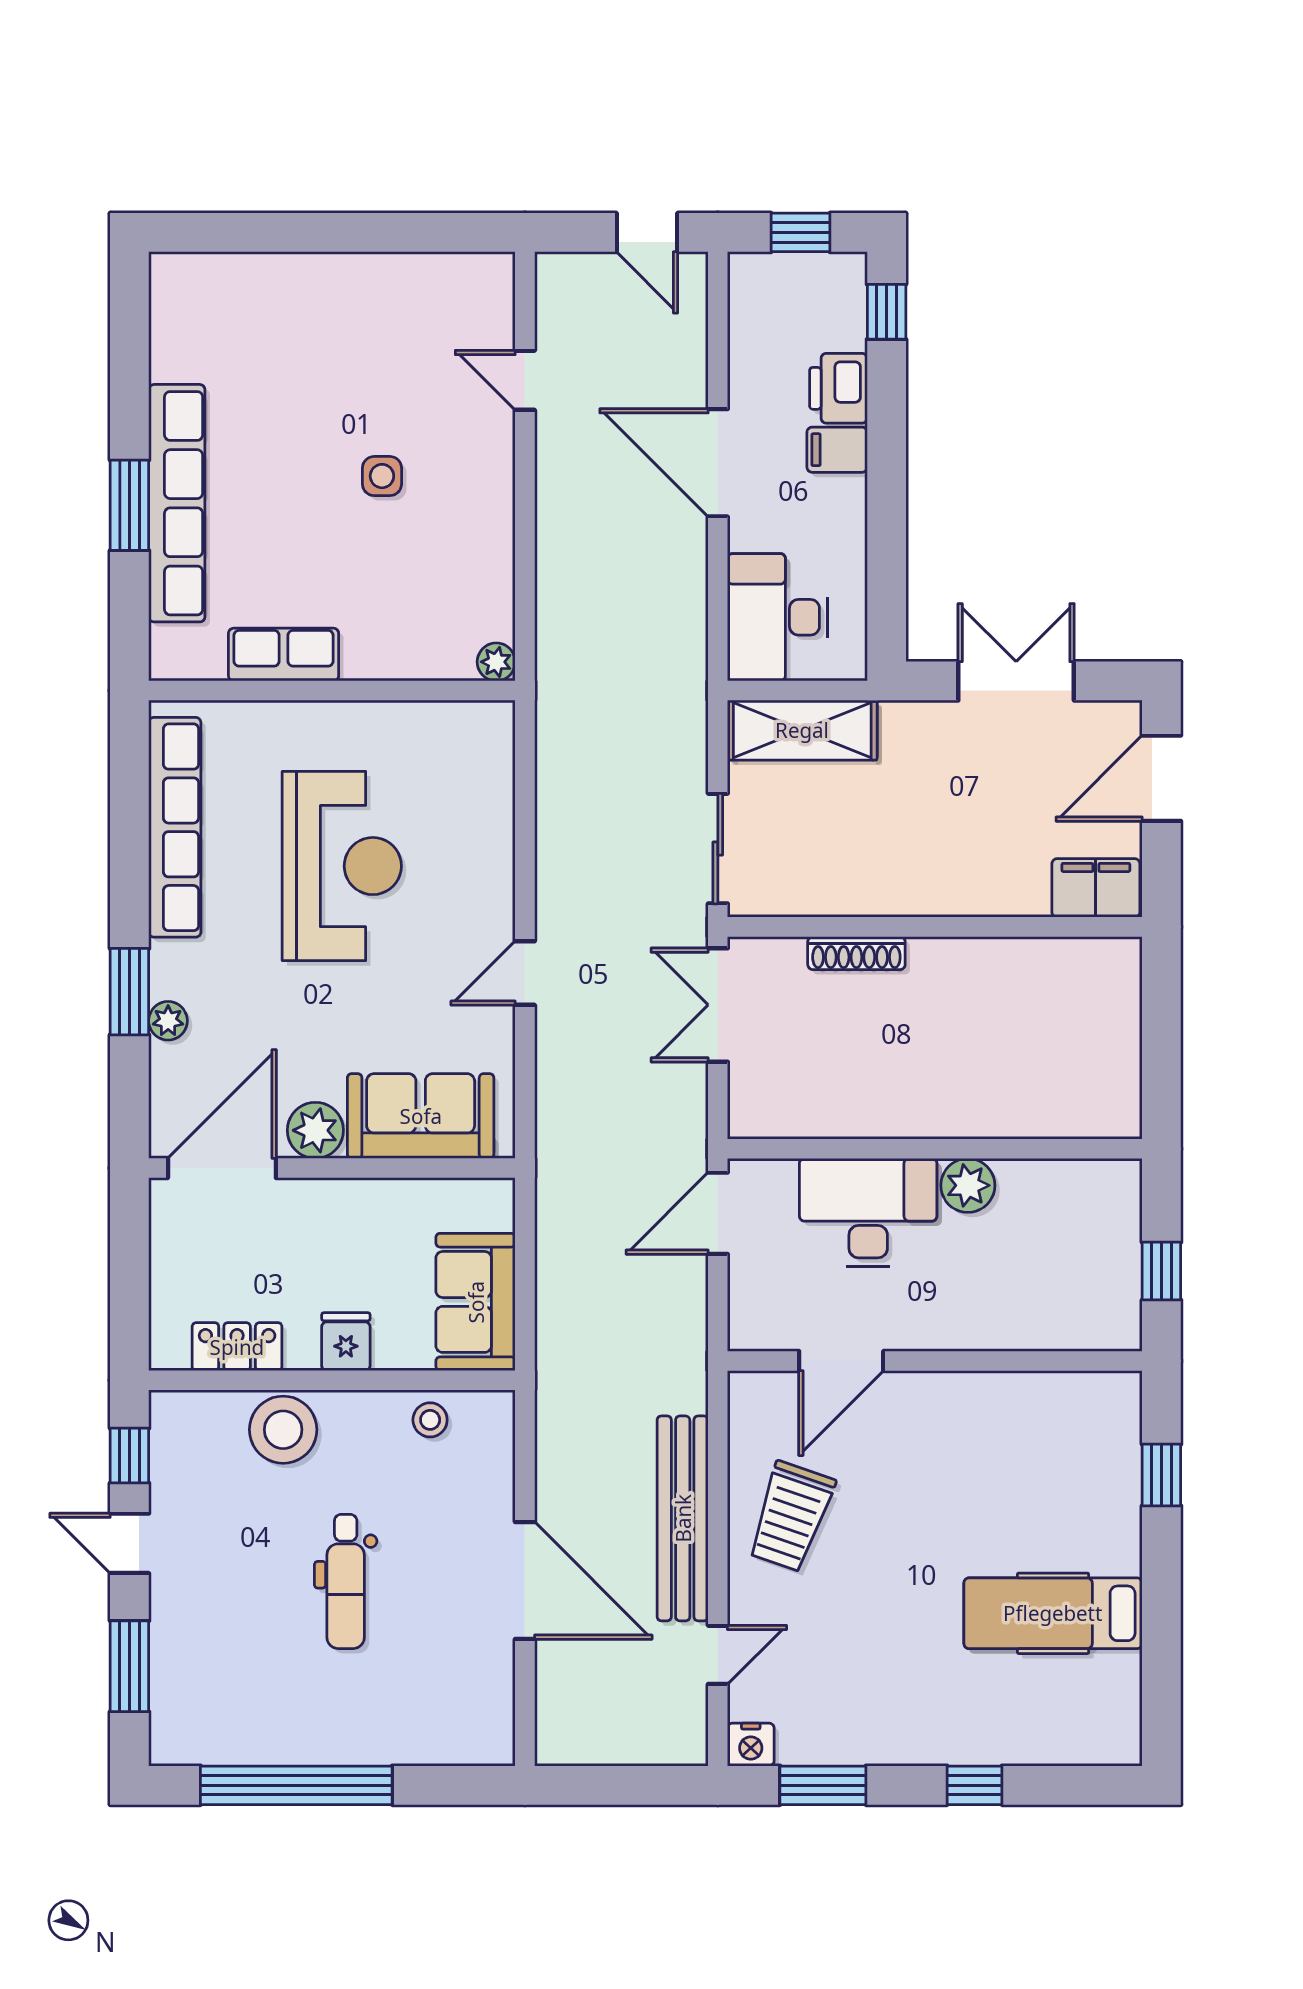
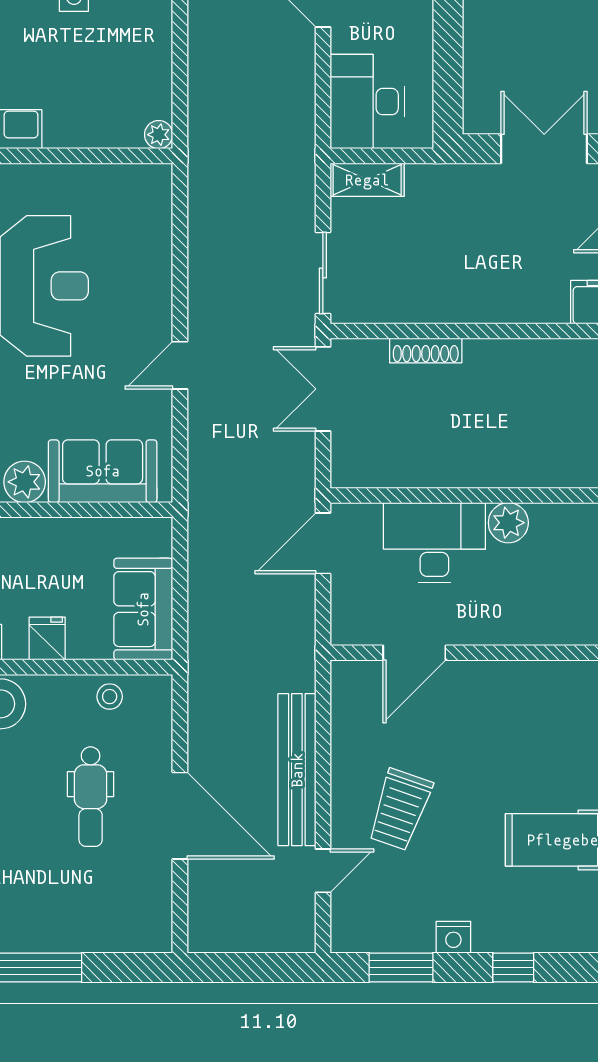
shelving: (802, 730) -> (367, 180), width x0.67, depth x0.75
trolley: (791, 1517) -> (400, 810), moved
dental chair: (346, 1581) -> (91, 797), moved
nightstand: (751, 1745) -> (453, 937), moved

